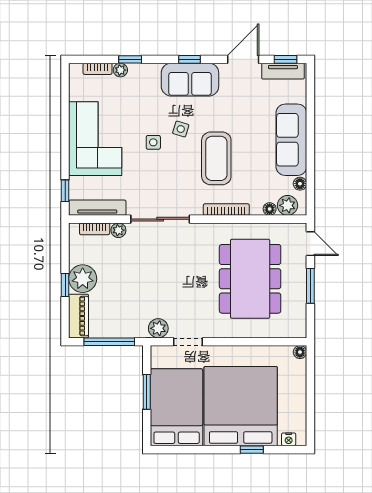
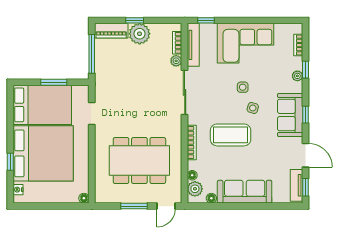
plant: (120, 70) -> (297, 76), moved
plant: (158, 328) -> (102, 91), removed

